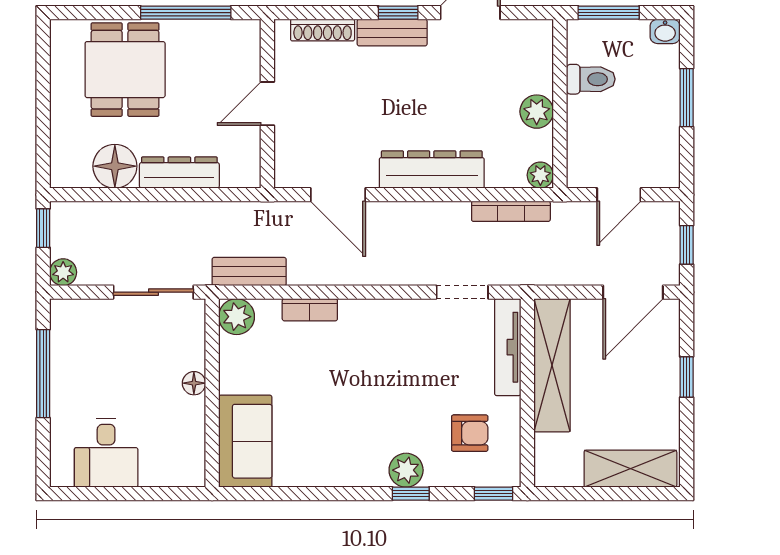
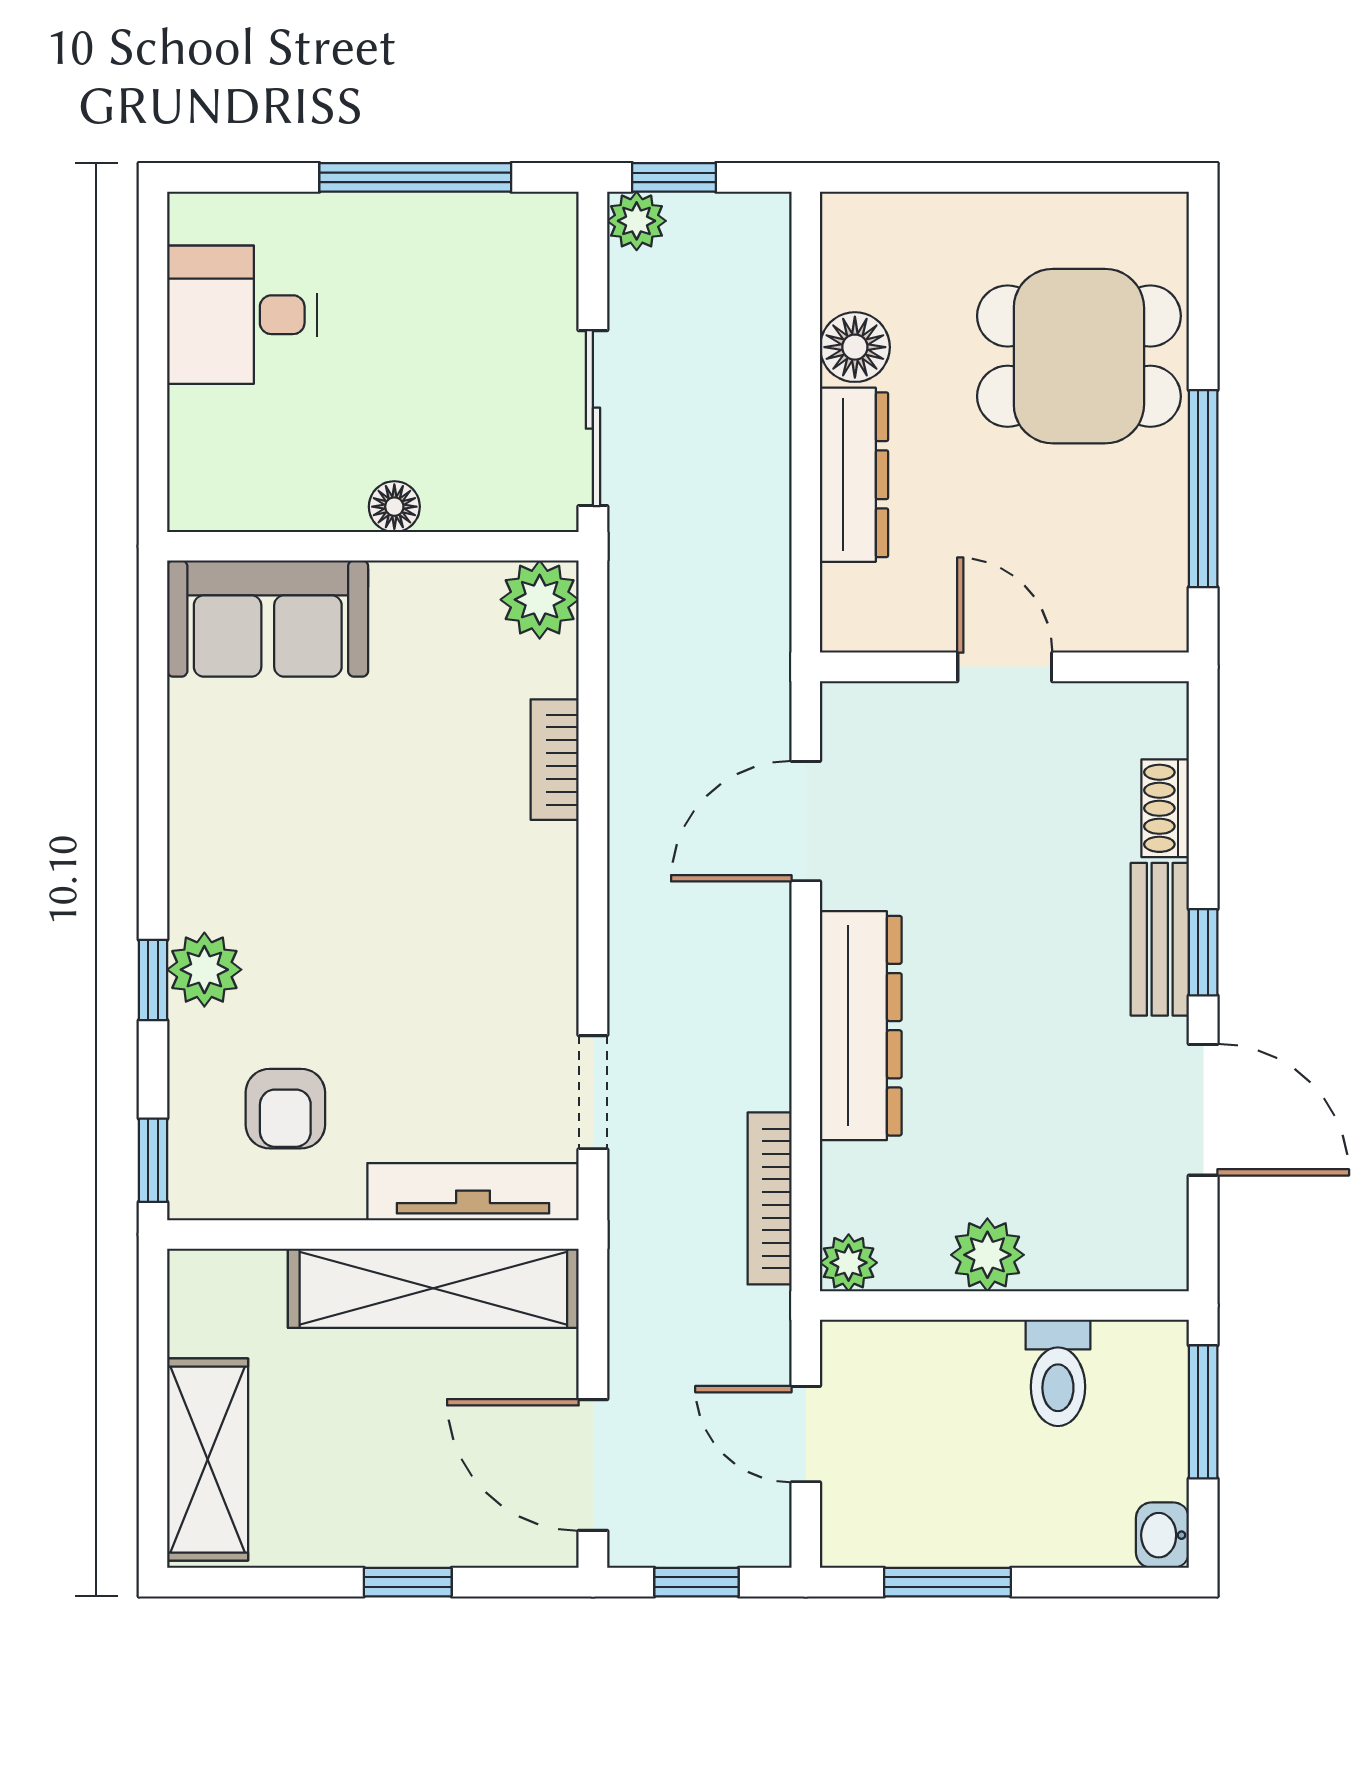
shoe rack: (323, 30) -> (1165, 808), width x0.70
window: (687, 98) -> (947, 1582), moved
floor lamp: (115, 166) -> (855, 347), width x0.73, depth x0.73
window: (43, 228) -> (674, 177), moved
bench: (249, 272) -> (638, 627), removed

